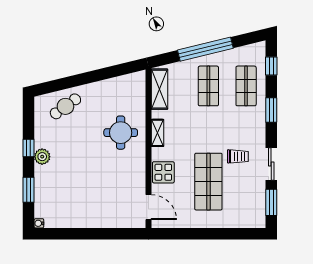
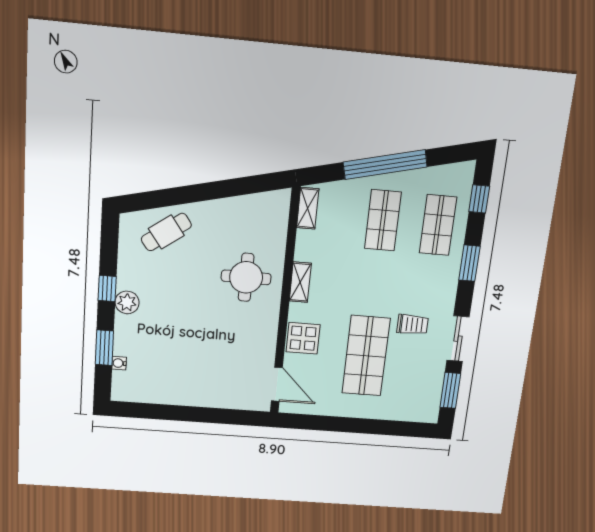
shelving: (159, 89) -> (308, 208), width x0.67, depth x0.75
water cooler: (39, 223) -> (119, 363), moved

